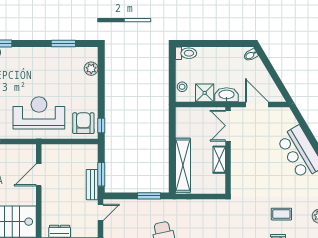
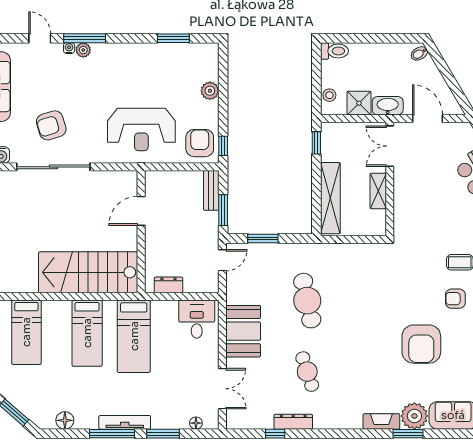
plant: (91, 69) -> (210, 91), moved
reception desk: (39, 113) -> (141, 130), turned 180
window: (172, 123) -> (316, 143), added
bench: (92, 185) -> (211, 190), moved
window: (149, 196) -> (263, 239), moved

